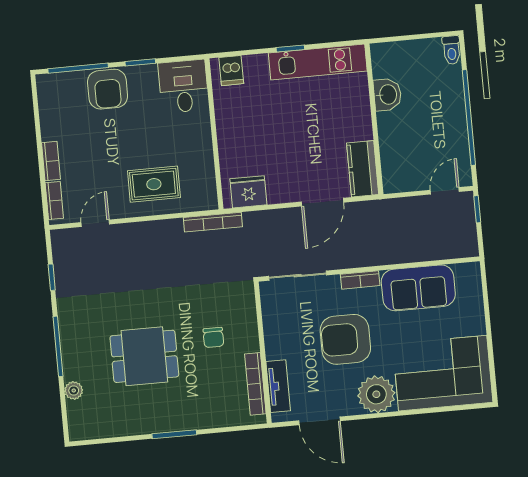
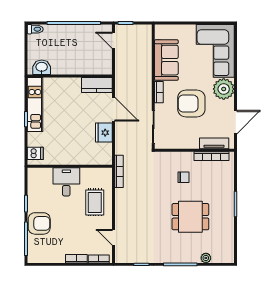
desk: (183, 86) -> (66, 182), moved, turned 90
washbasin: (387, 95) -> (42, 67), moved
fridge: (248, 192) -> (104, 133), moved
armchair: (345, 339) -> (191, 103), turned 90
dining table: (144, 356) -> (190, 217), turned 90

